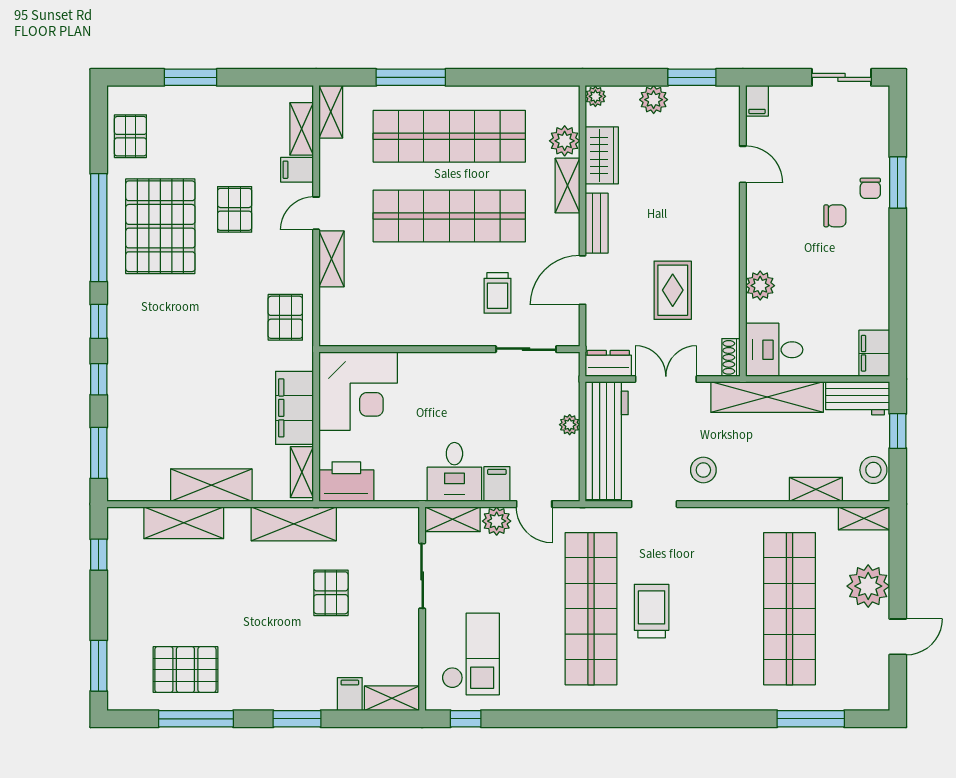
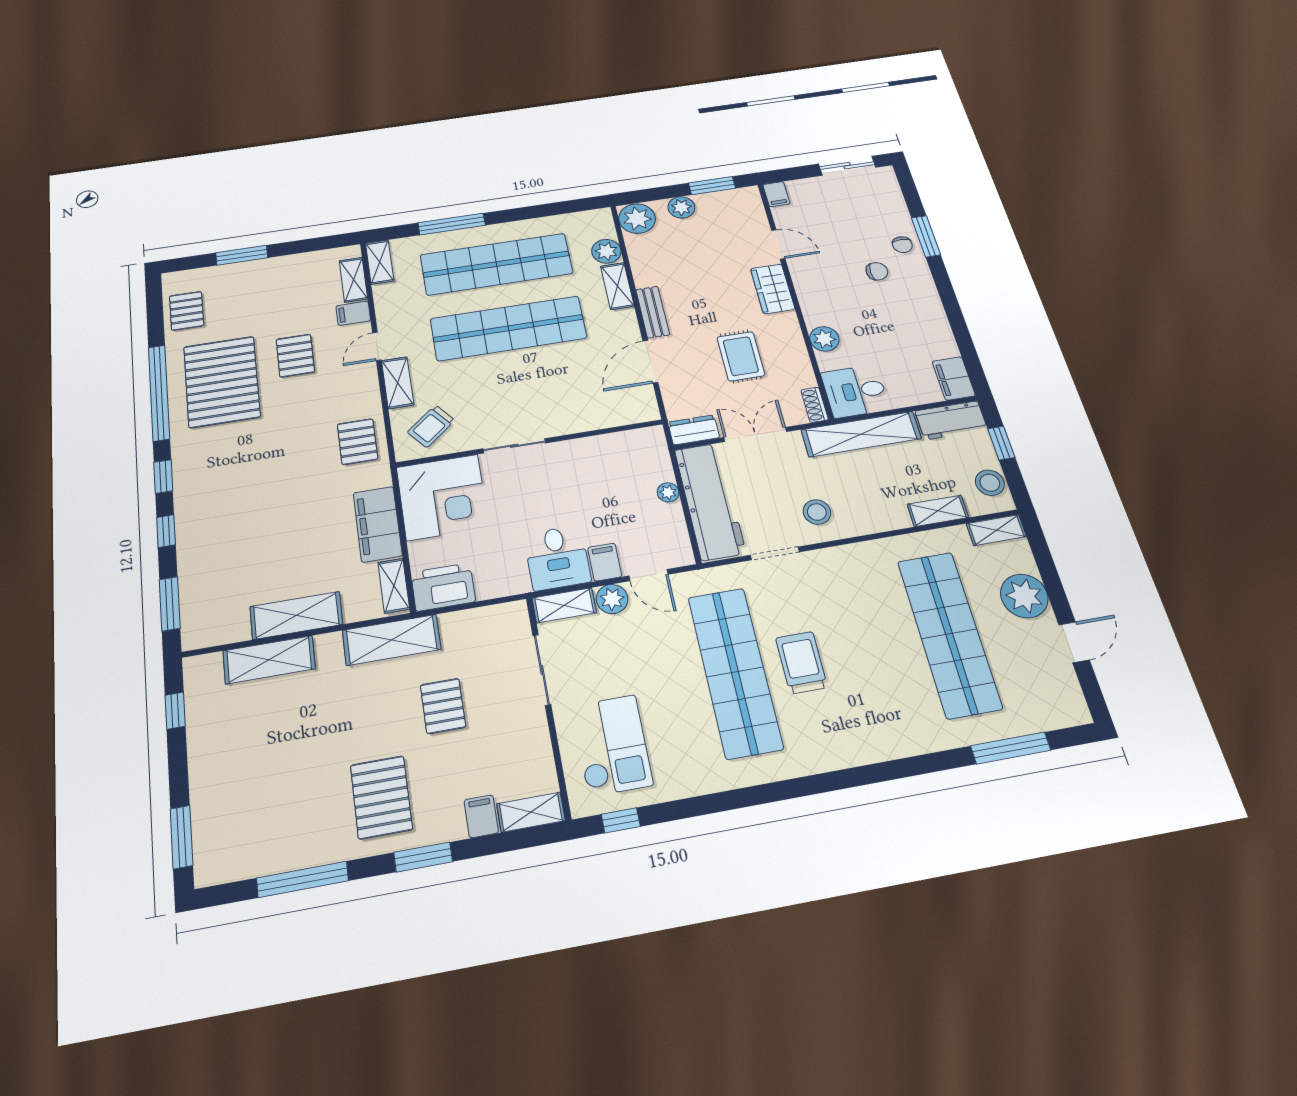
plant: (595, 96) -> (637, 219), width x1.88, depth x1.88
wardrobe: (602, 155) -> (773, 289), moved, turned 180
trolley: (497, 293) -> (431, 426), moved, turned 51
sliding door: (526, 349) -> (514, 446), moved
pallet: (185, 670) -> (381, 797), moved, turned 90

